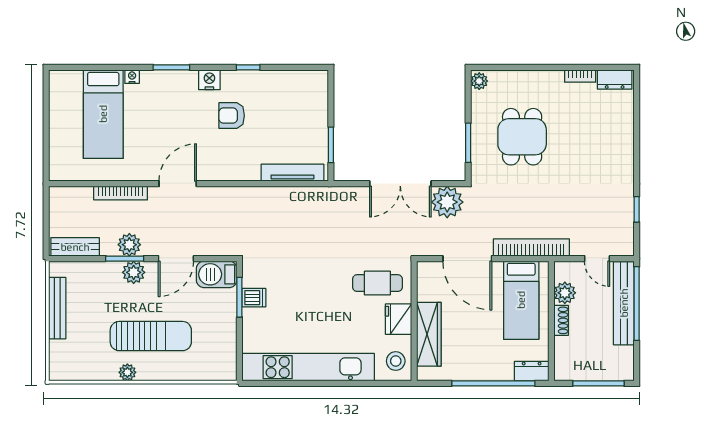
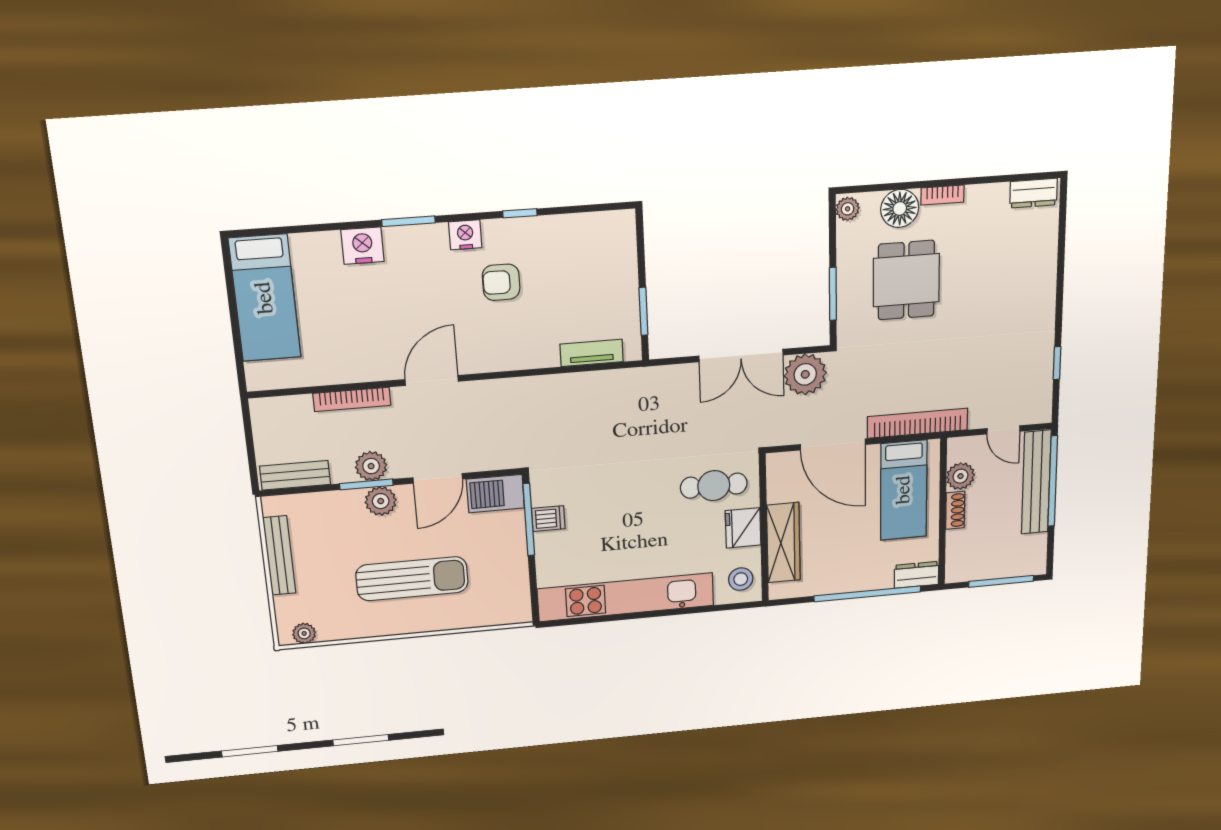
bookcase: (580, 76) -> (942, 195), moved
nightstand: (132, 77) -> (363, 246), width x1.89, depth x1.79
floor lamp: (517, 84) -> (900, 208), added
bed: (103, 114) -> (265, 298), moved
tv unit: (292, 173) -> (592, 353), width x0.71
window: (239, 297) -> (529, 520), width x1.44
plant: (127, 372) -> (304, 633), moved

